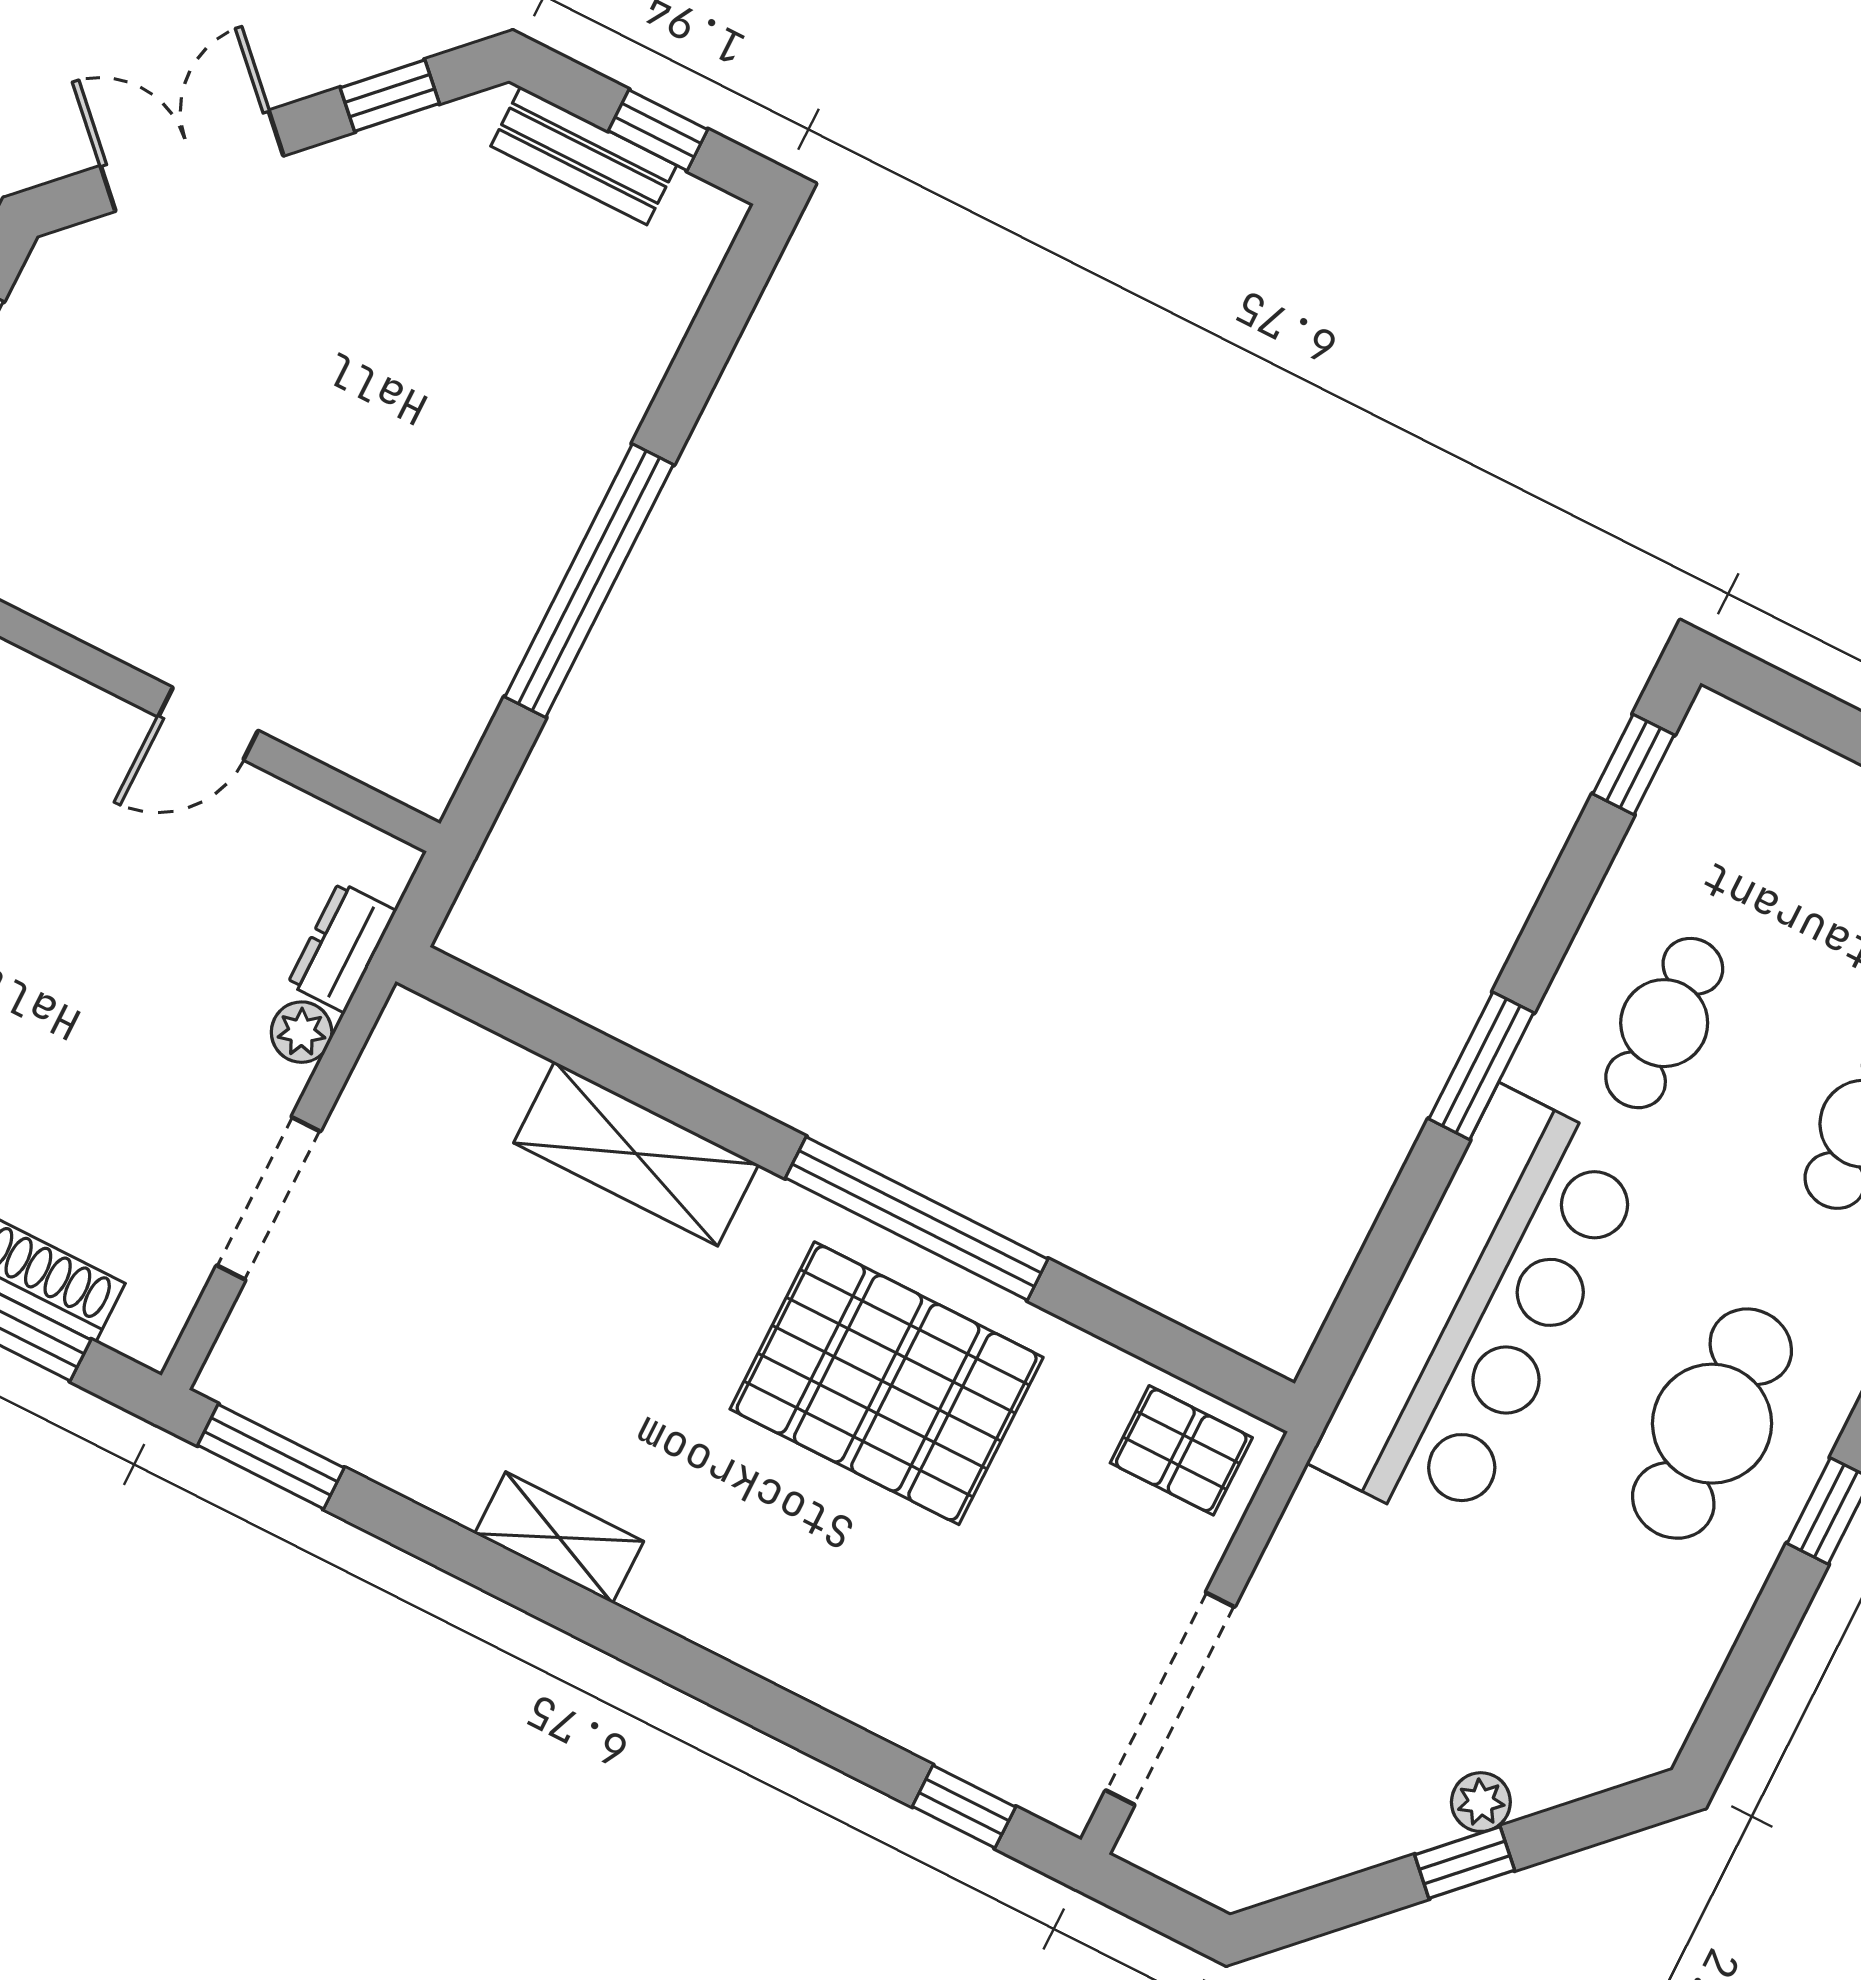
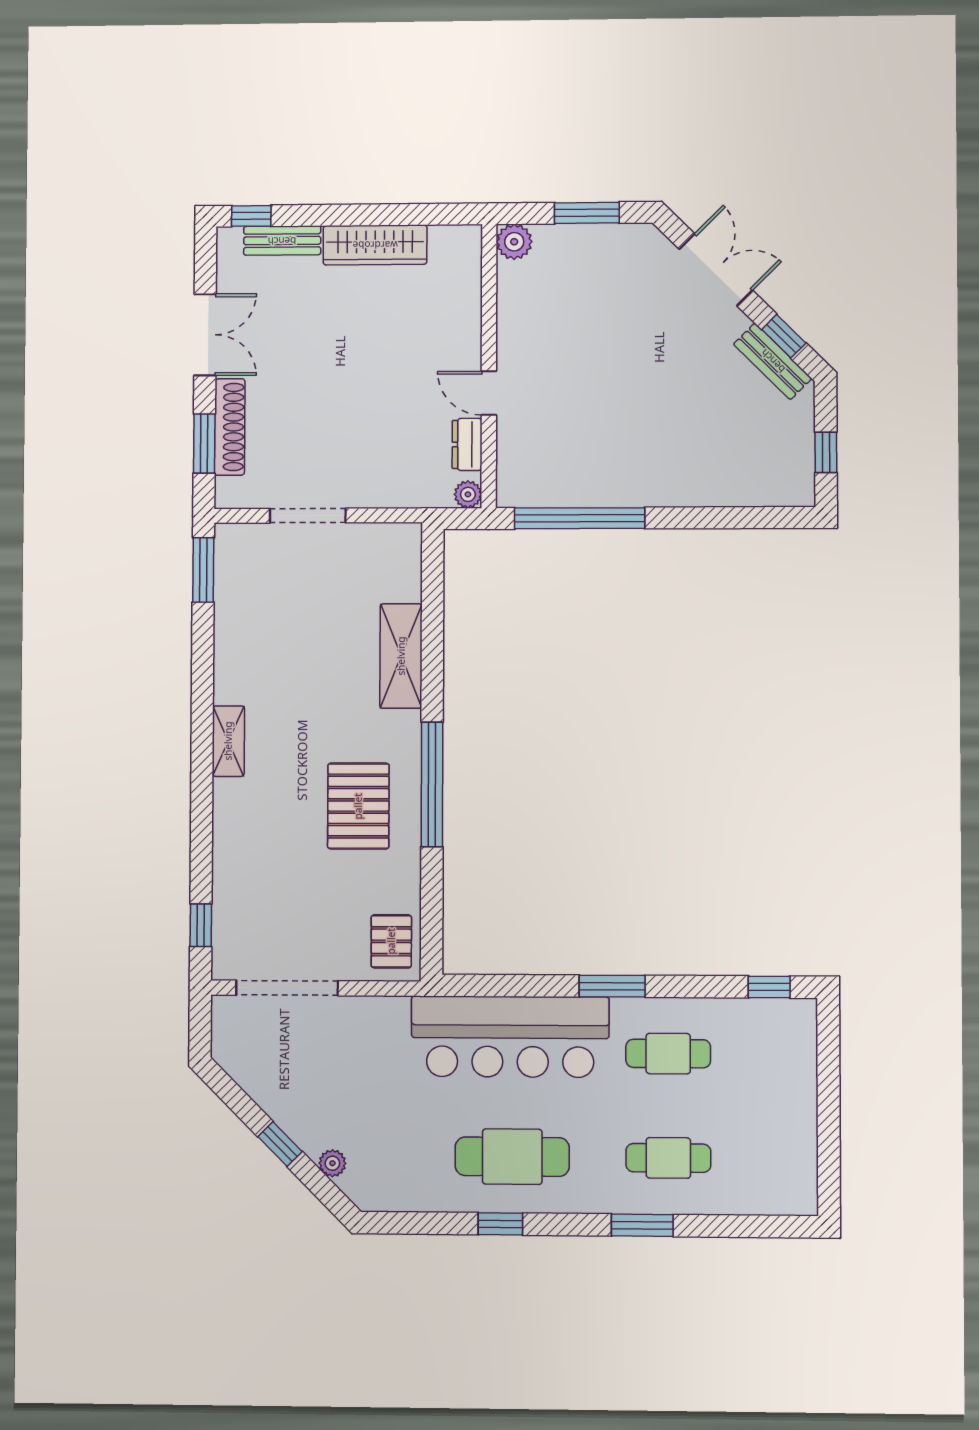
bench: (584, 156) -> (773, 361), moved, turned -45
window: (589, 581) -> (580, 518), moved
dresser: (342, 947) -> (467, 444), moved, turned -90
plant: (302, 1032) -> (468, 494), moved
pallet: (887, 1383) -> (358, 806), width x0.73, depth x0.71
shelving: (559, 1538) -> (228, 741), moved
plant: (1481, 1802) -> (332, 1163), moved

